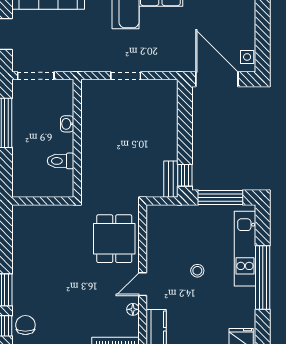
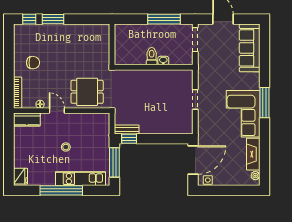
toilet: (61, 161) -> (152, 56), moved
chair: (25, 325) -> (33, 63), moved

